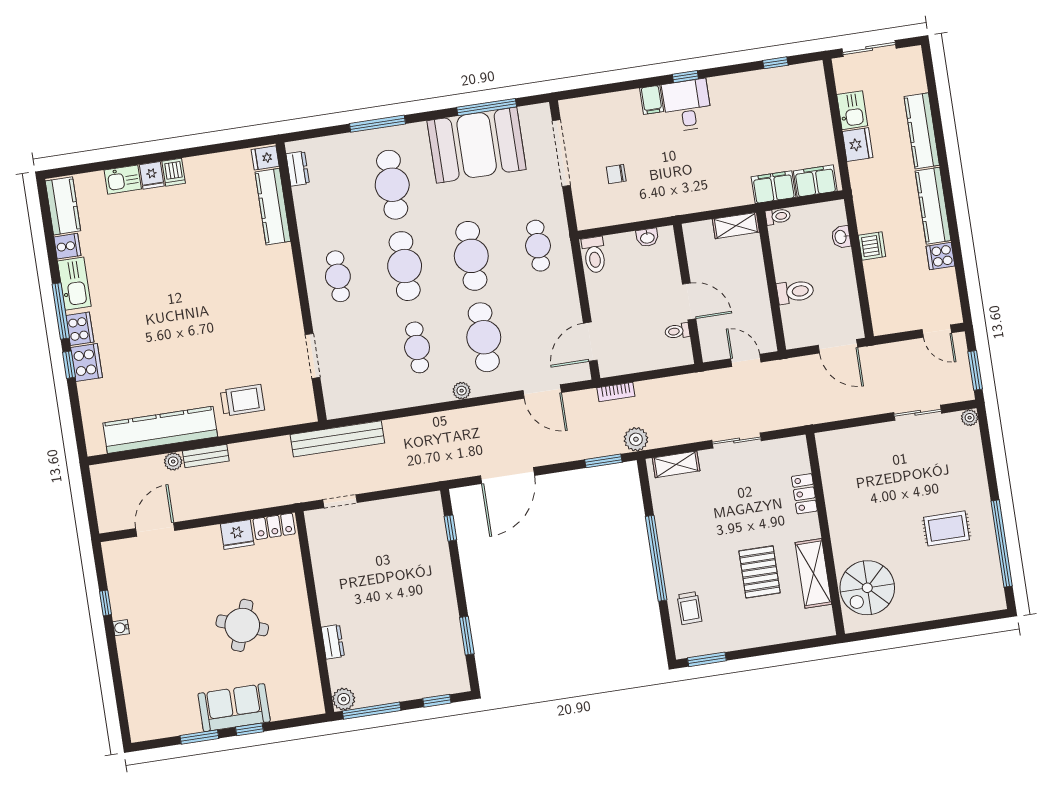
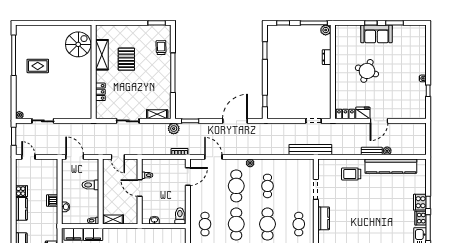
kitchen counter: (933, 206) -> (21, 209), width x0.67
kitchen counter: (287, 297) -> (324, 218), added
door: (155, 529) -> (379, 121), moved

